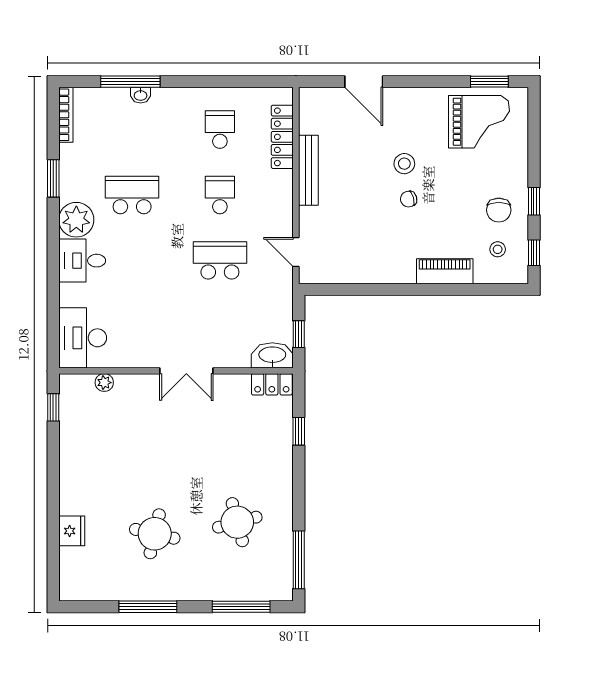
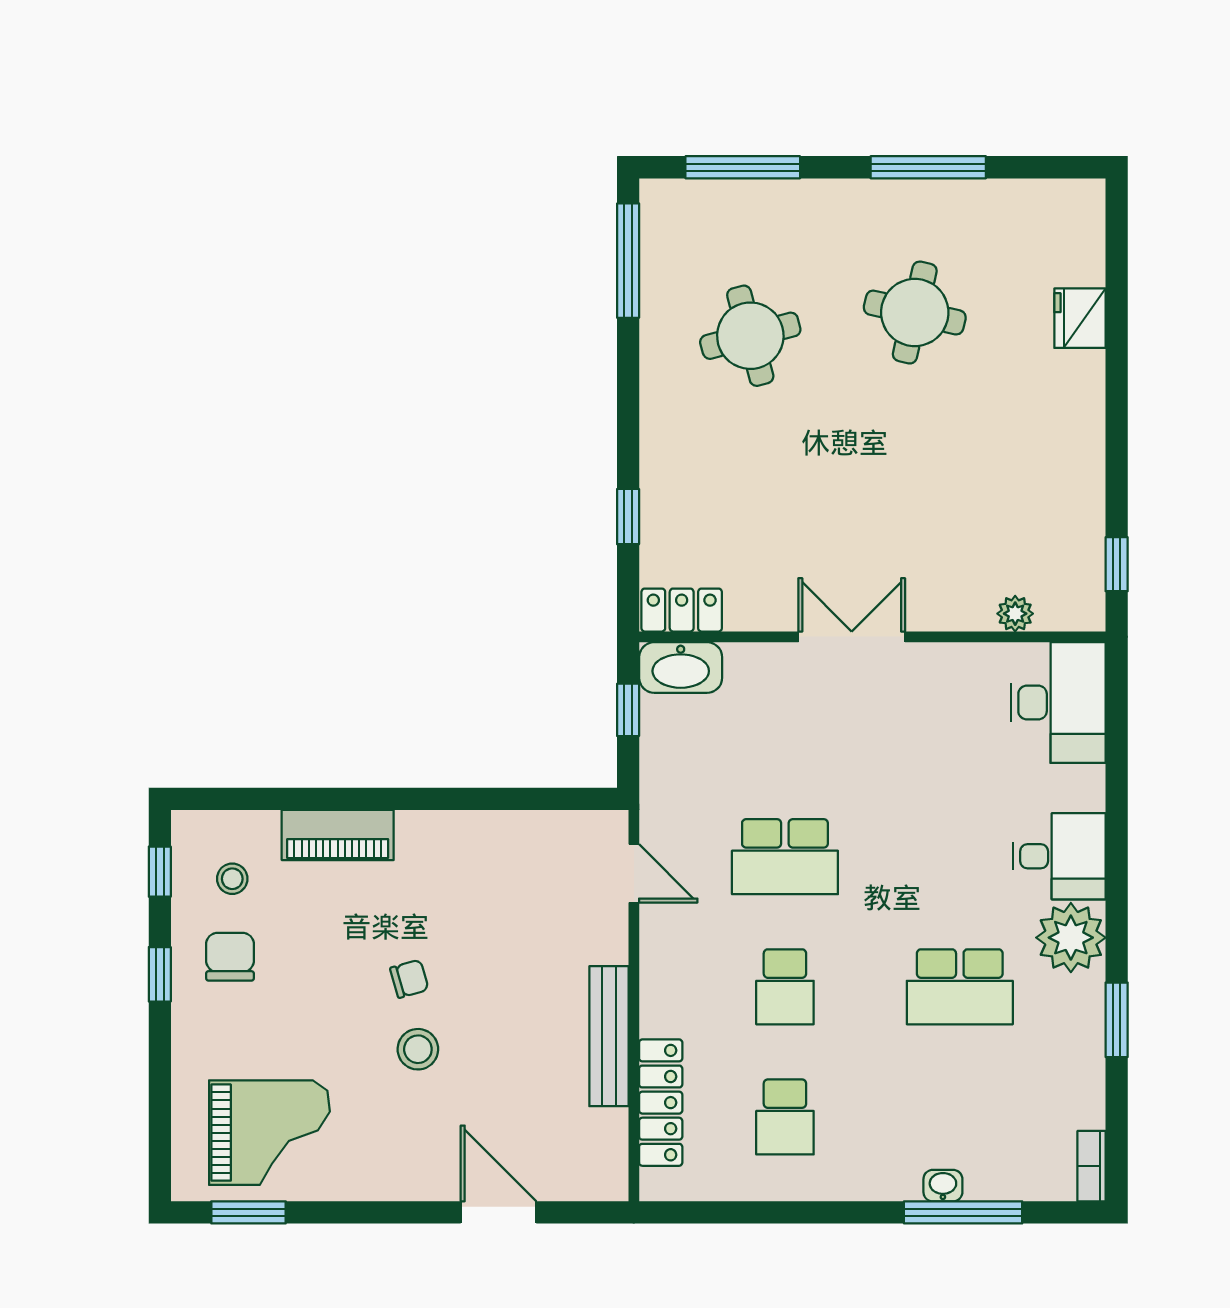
bookcase: (66, 115) -> (1092, 1166), width x0.64
grand piano: (479, 122) -> (269, 1133), turned 180

